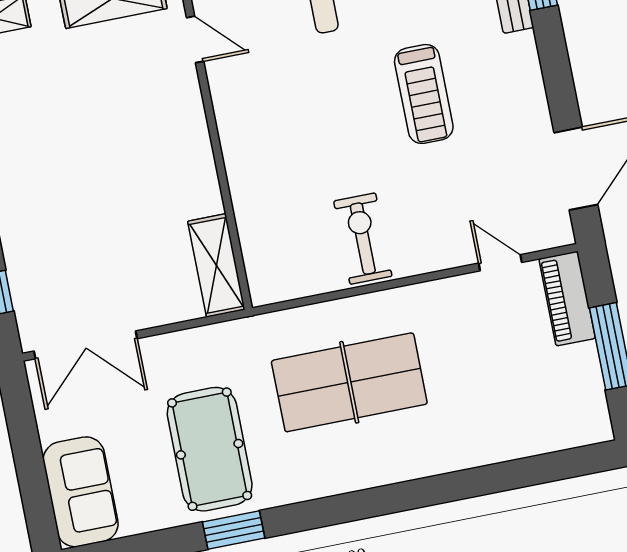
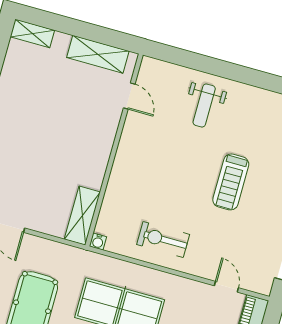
exercise bike: (363, 239) -> (163, 239), turned -90
water cooler: (262, 294) -> (98, 241), added

